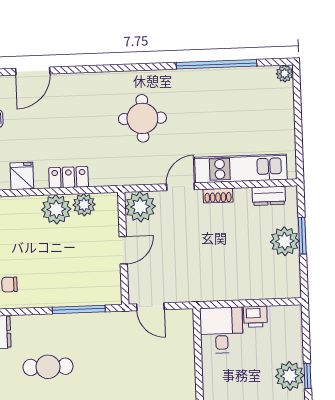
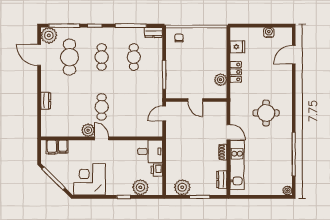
door: (33, 71) -> (294, 55), hinge flipped
plant: (140, 207) -> (218, 110), removed
plant: (56, 209) -> (219, 65), removed
plant: (285, 241) -> (182, 187), moved
plant: (290, 376) -> (140, 187), moved

